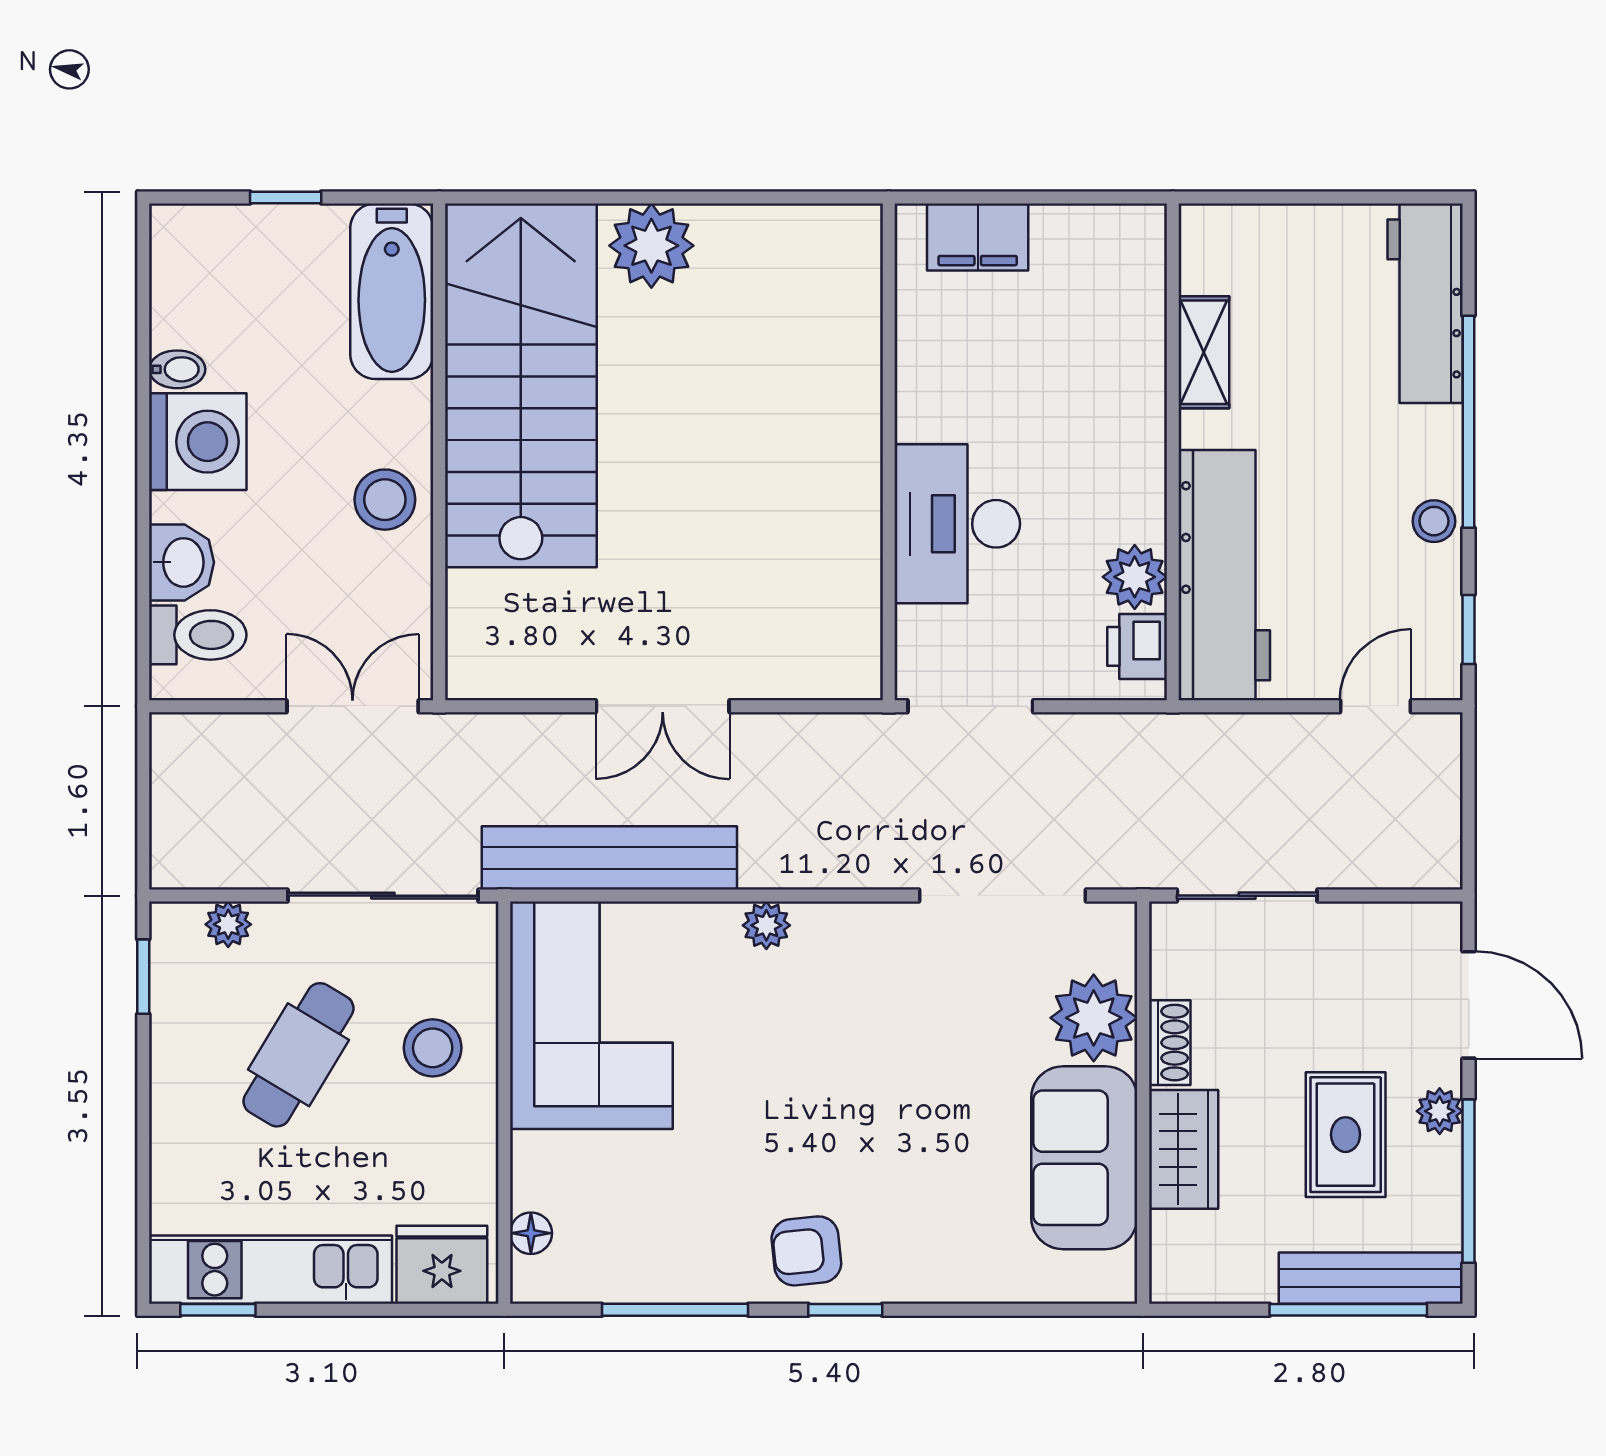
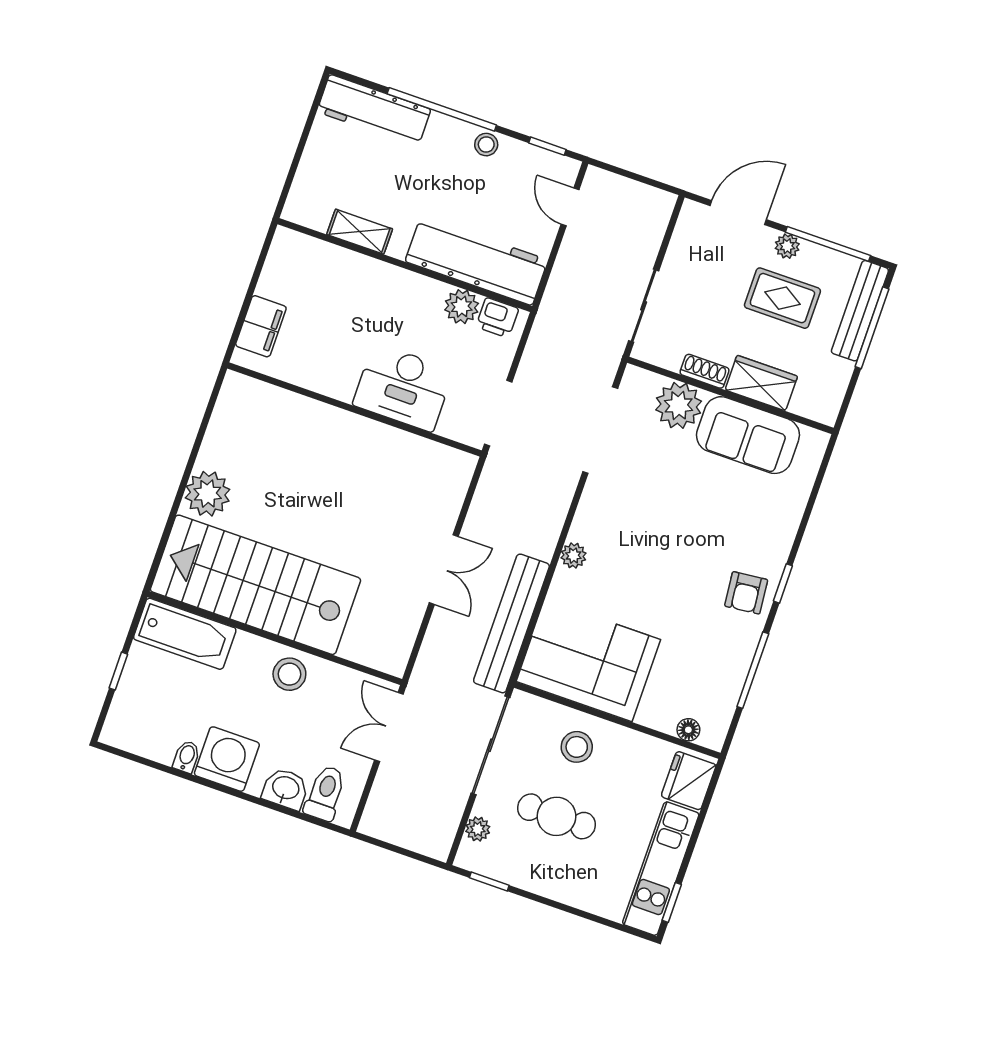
cafe table: (298, 1055) -> (556, 816), turned -31

